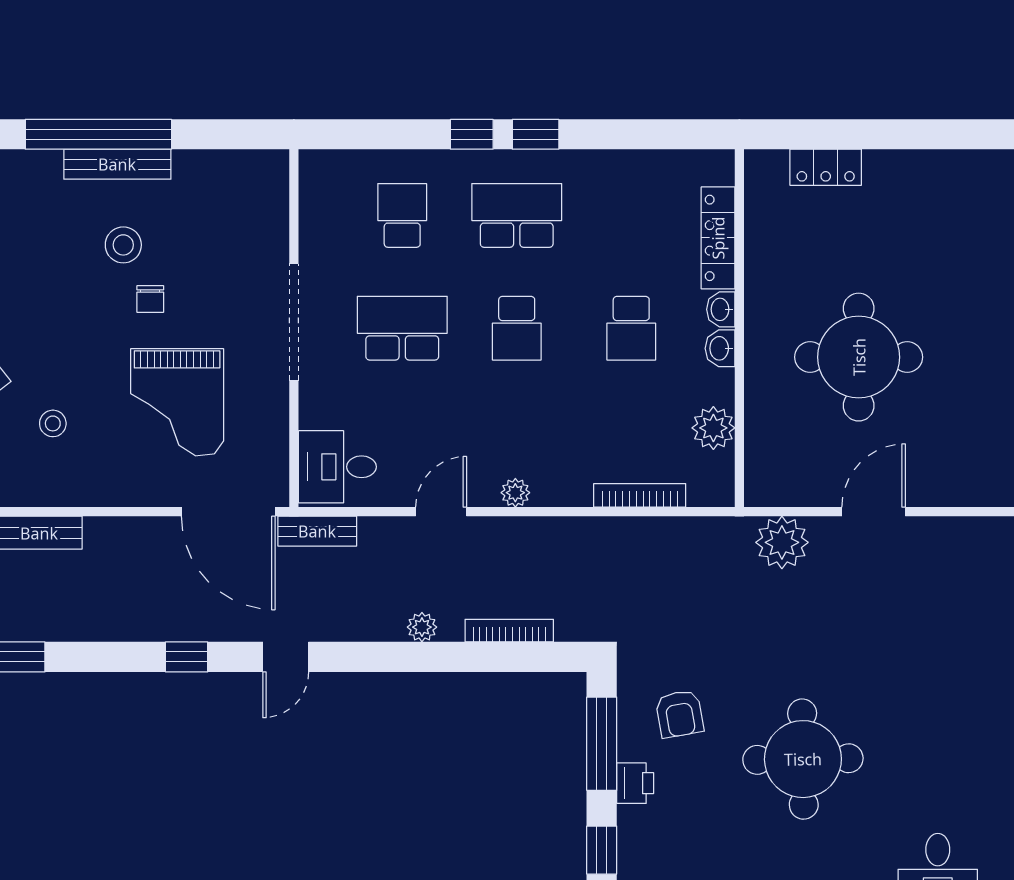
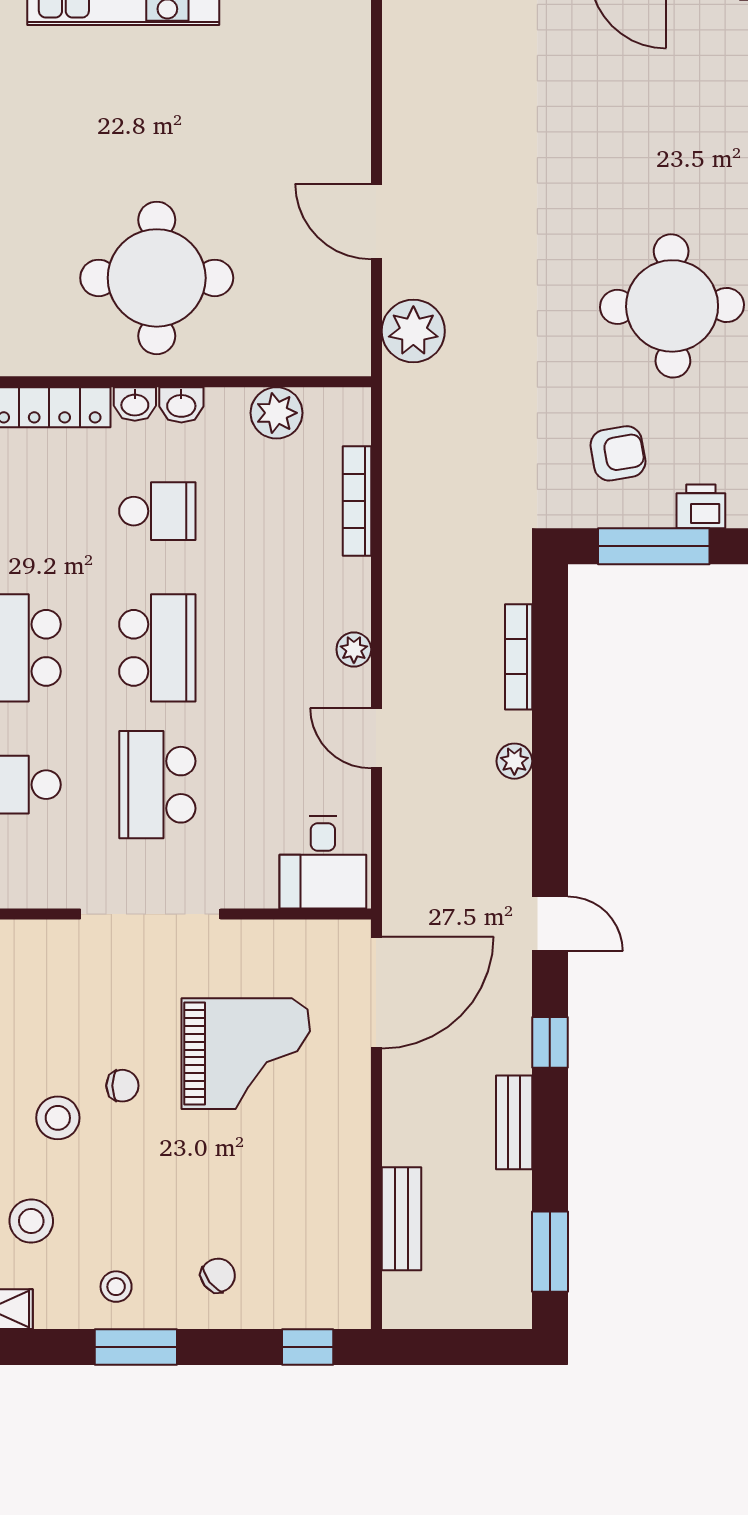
school desk: (517, 328) -> (157, 648), width x1.85
round table: (859, 357) -> (157, 278), moved
stool: (53, 423) -> (31, 1221), moved, width x1.37, depth x1.37
bench: (317, 531) -> (514, 1122), moved

